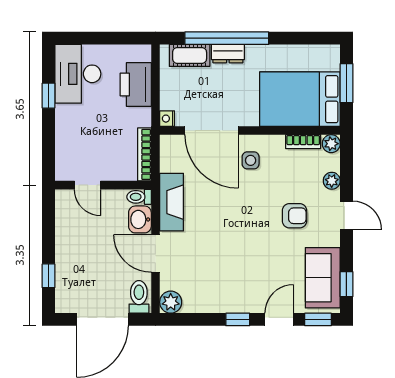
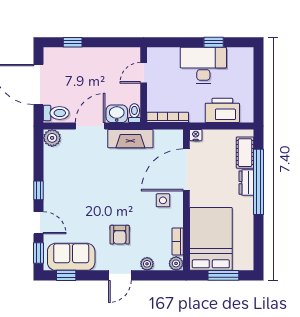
desk: (78, 74) -> (203, 65), moved

